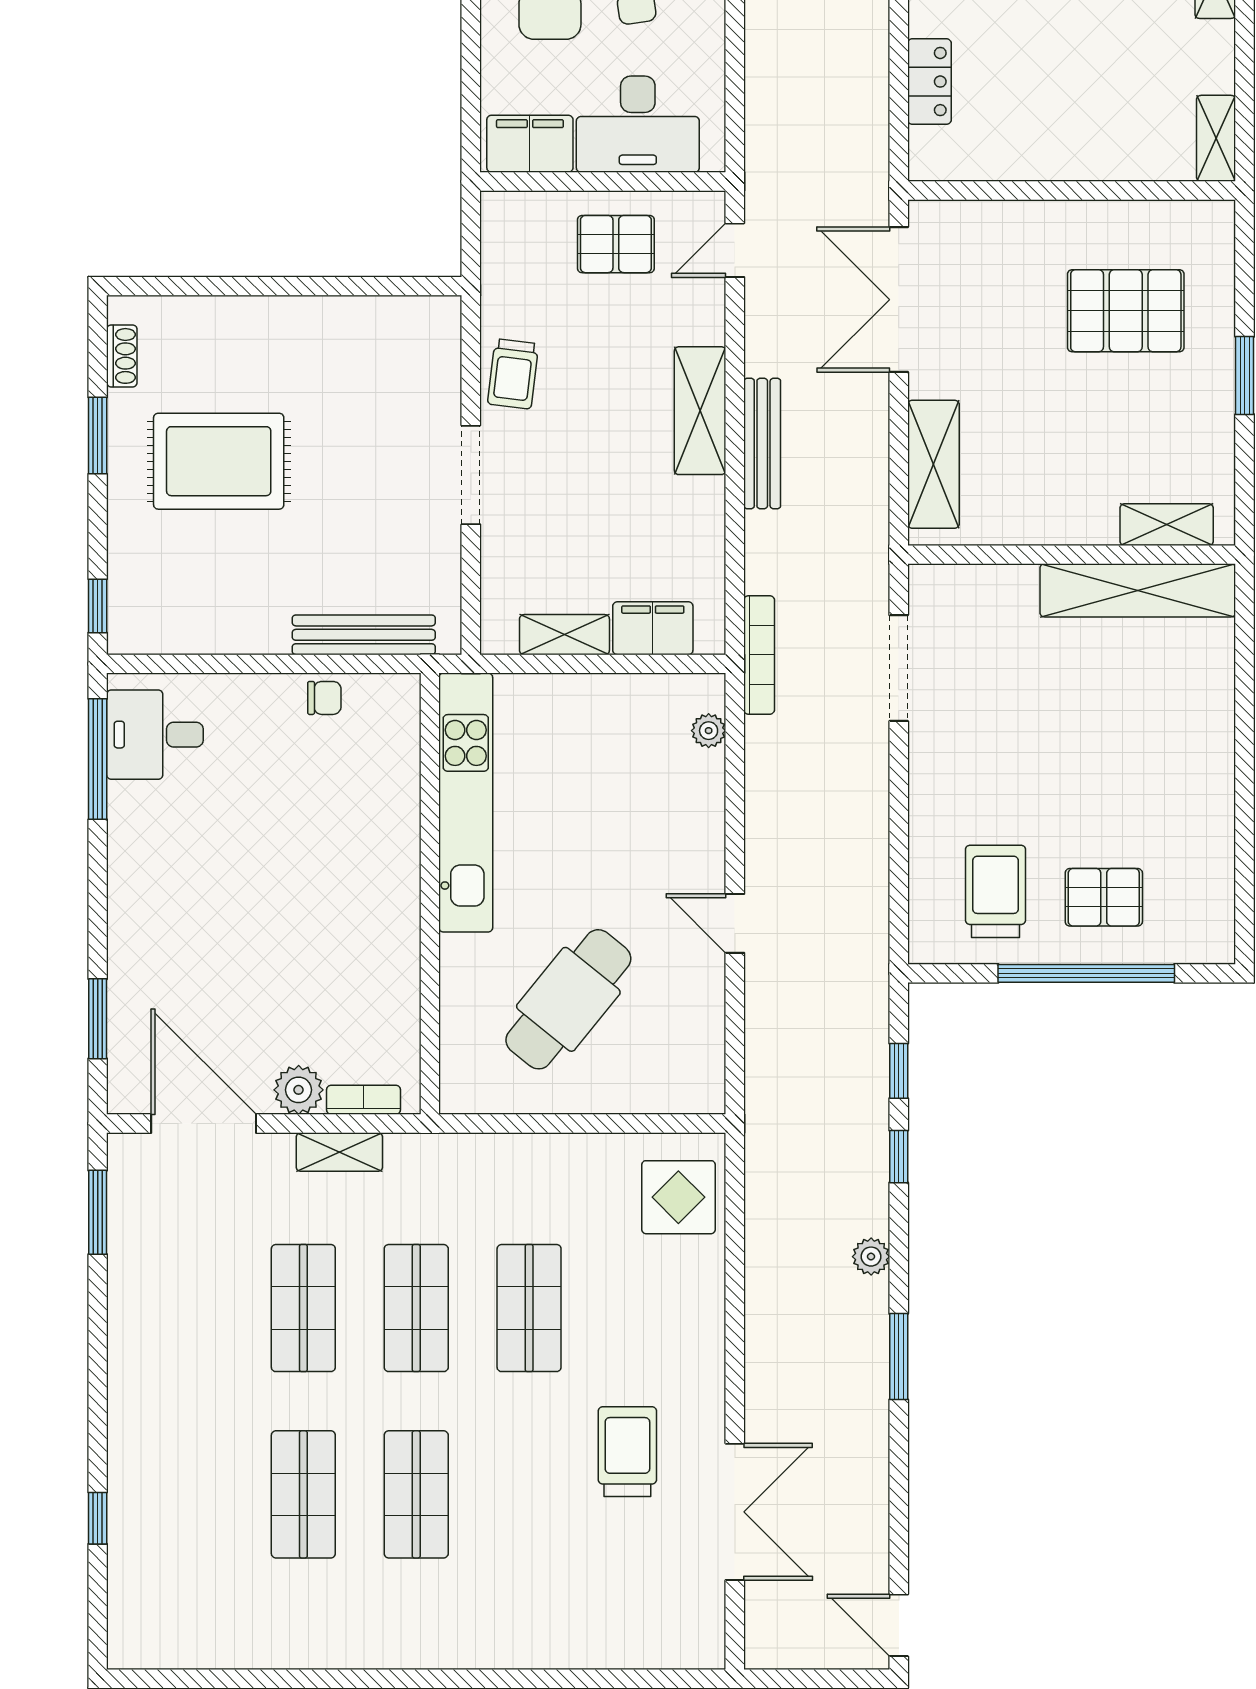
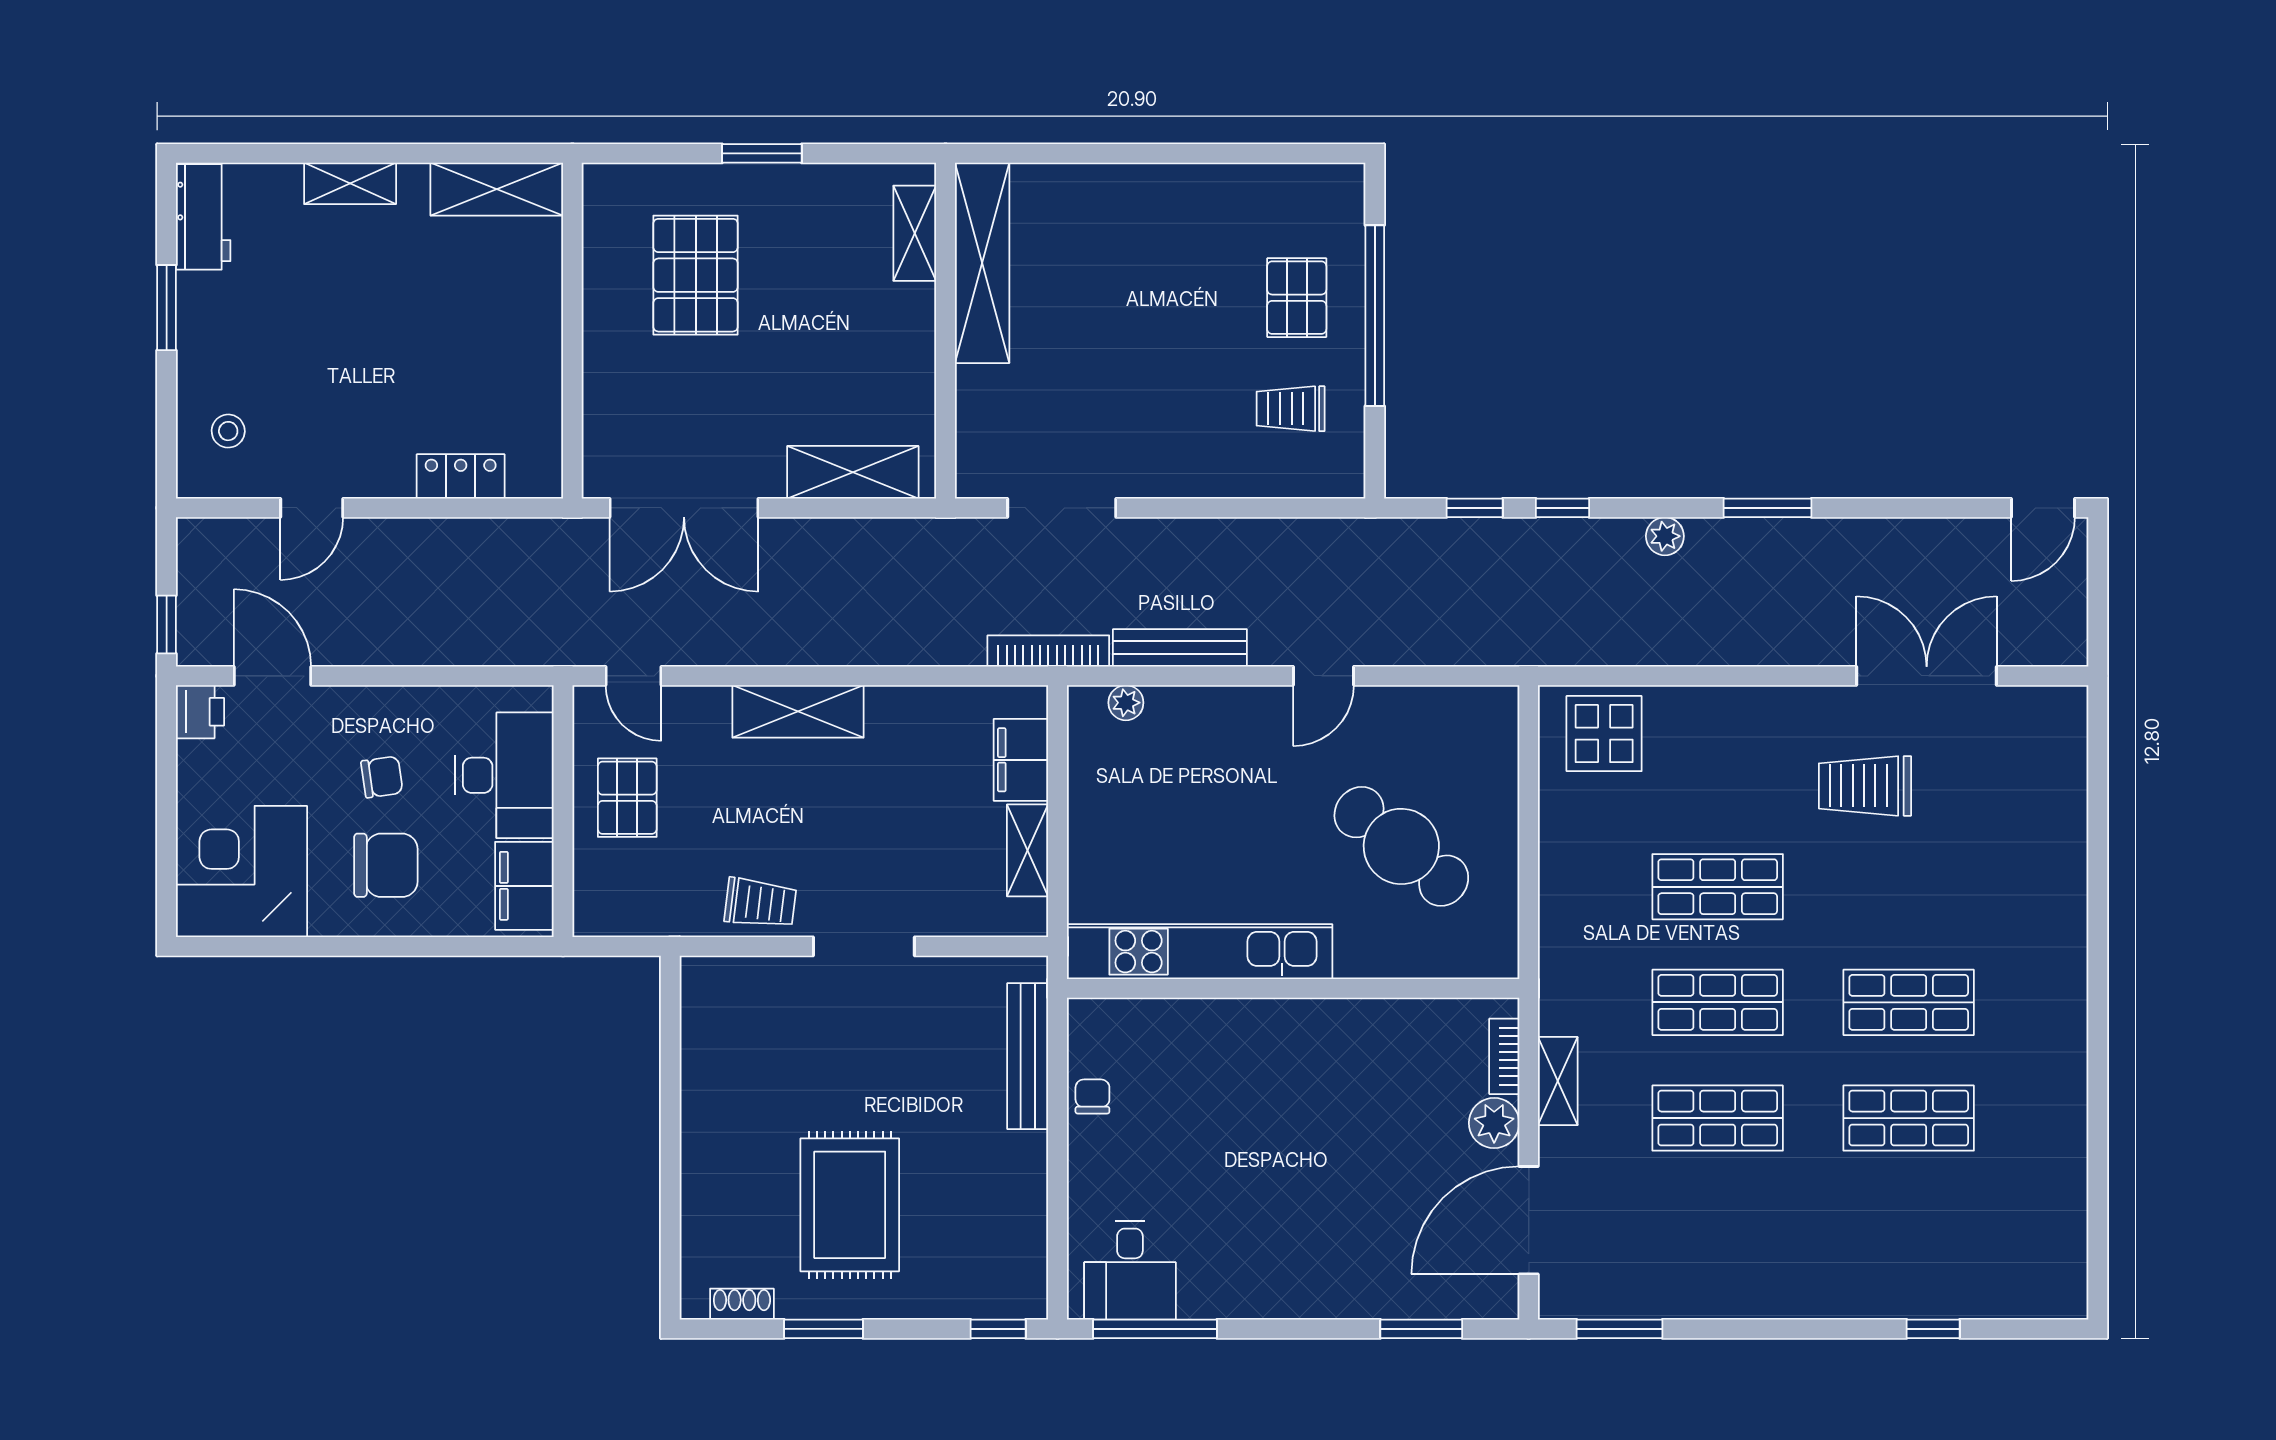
shelving: (1216, 138) -> (497, 189), width x1.50, depth x1.33
bench: (762, 443) -> (1180, 648), moved
trolley: (996, 891) -> (1291, 409), width x0.73, depth x0.72

